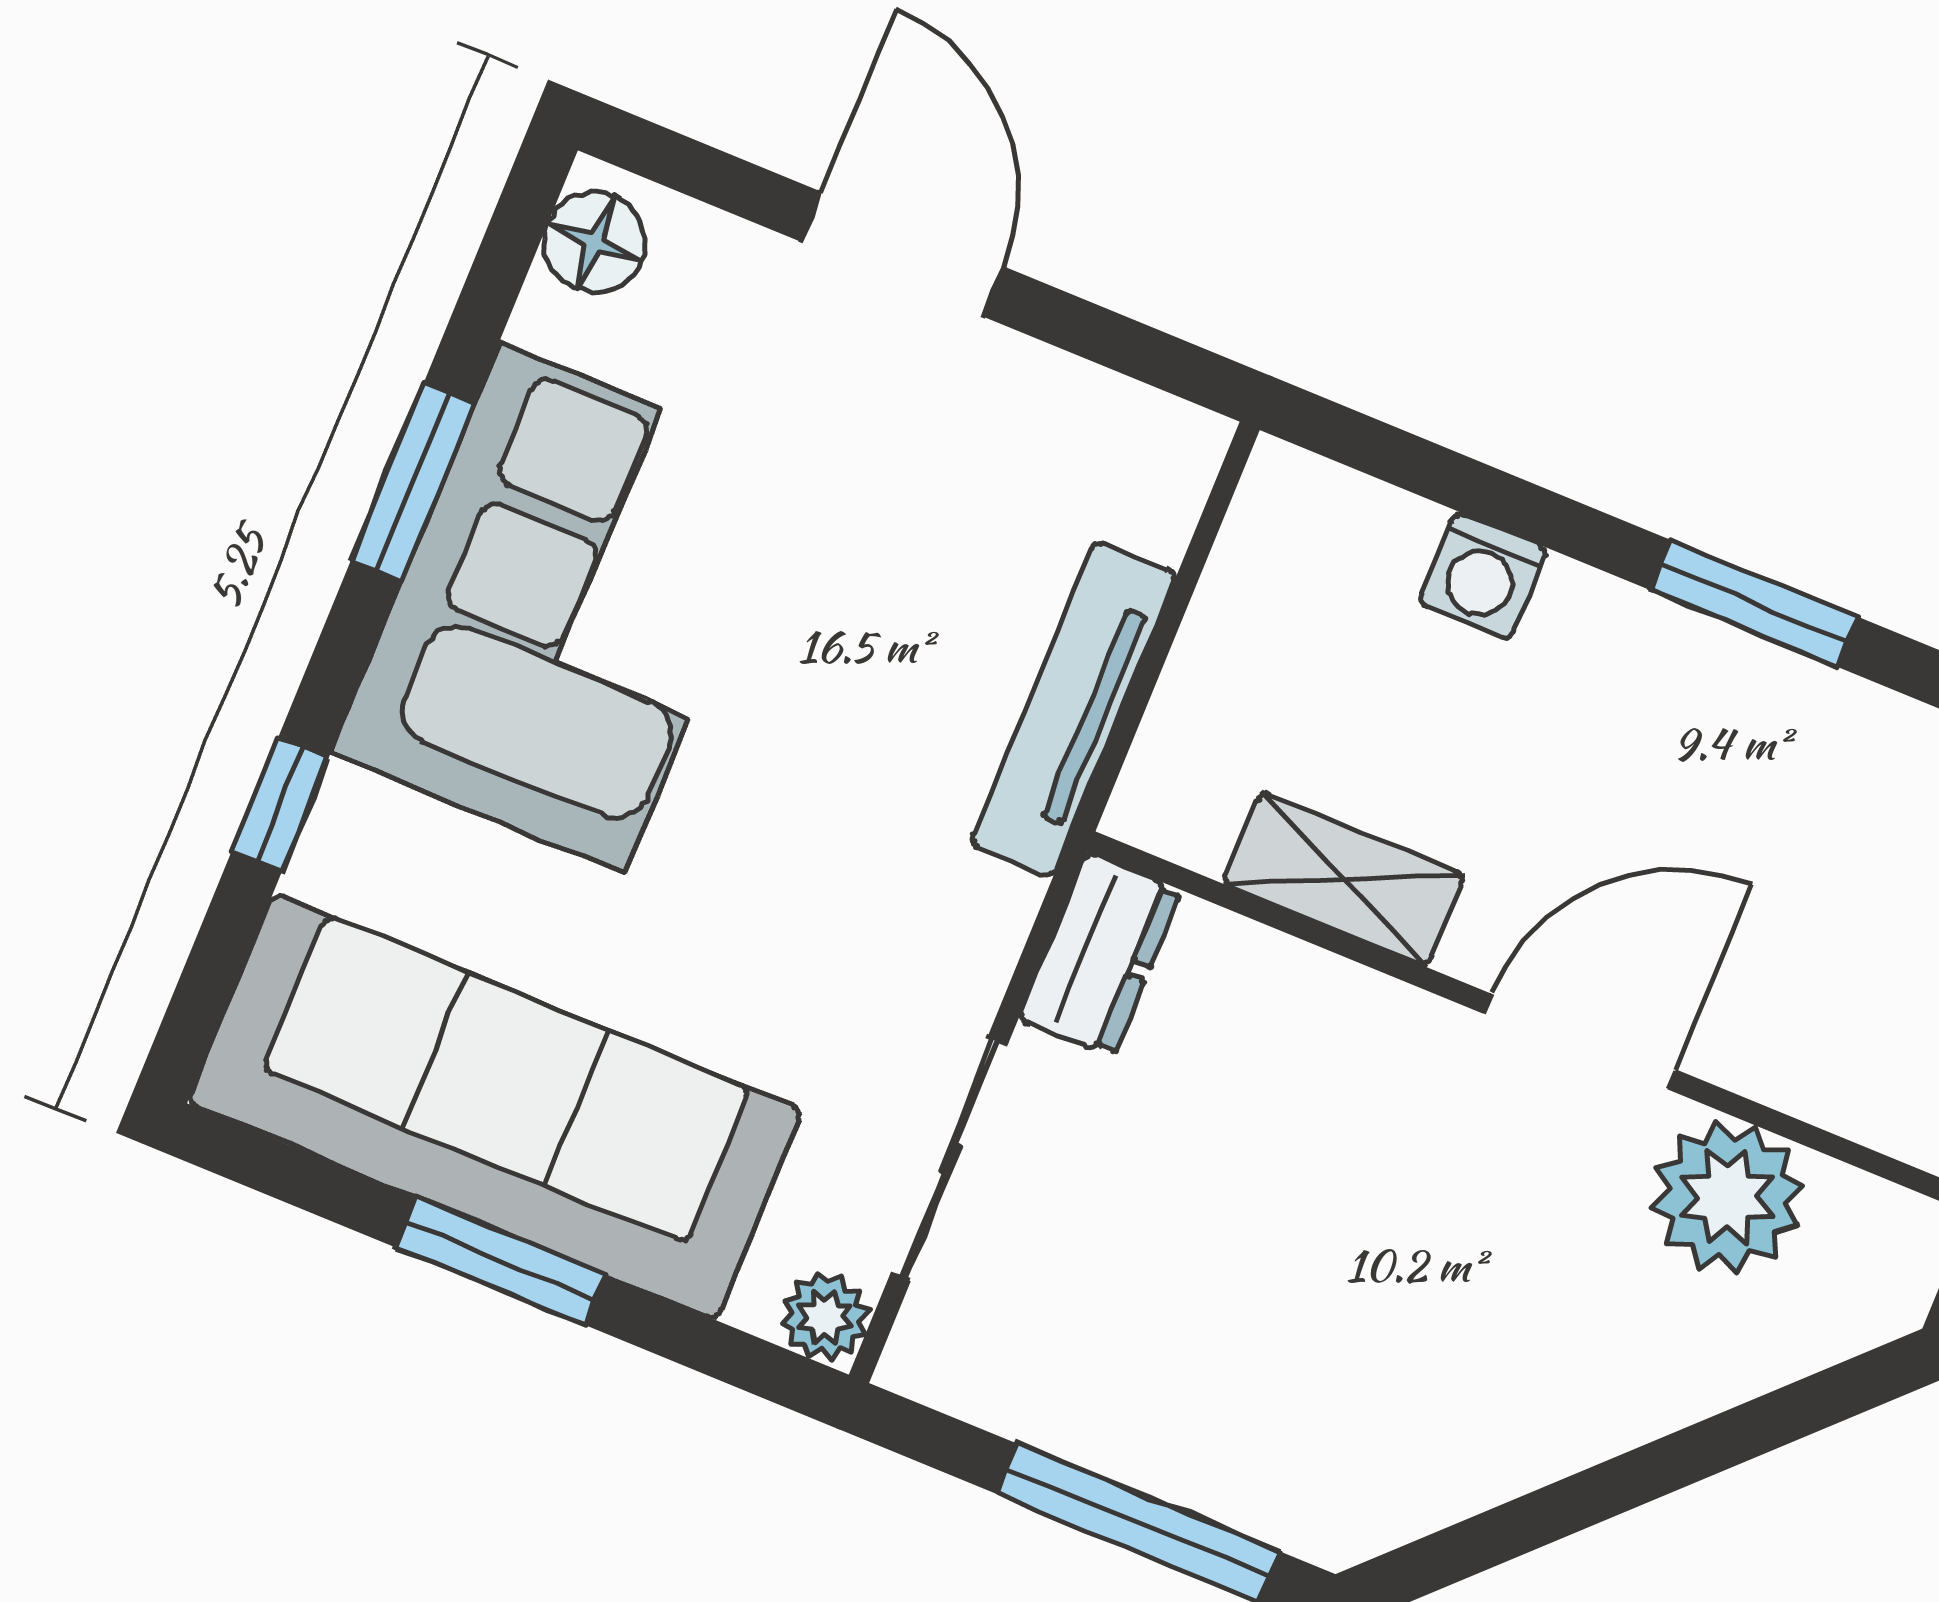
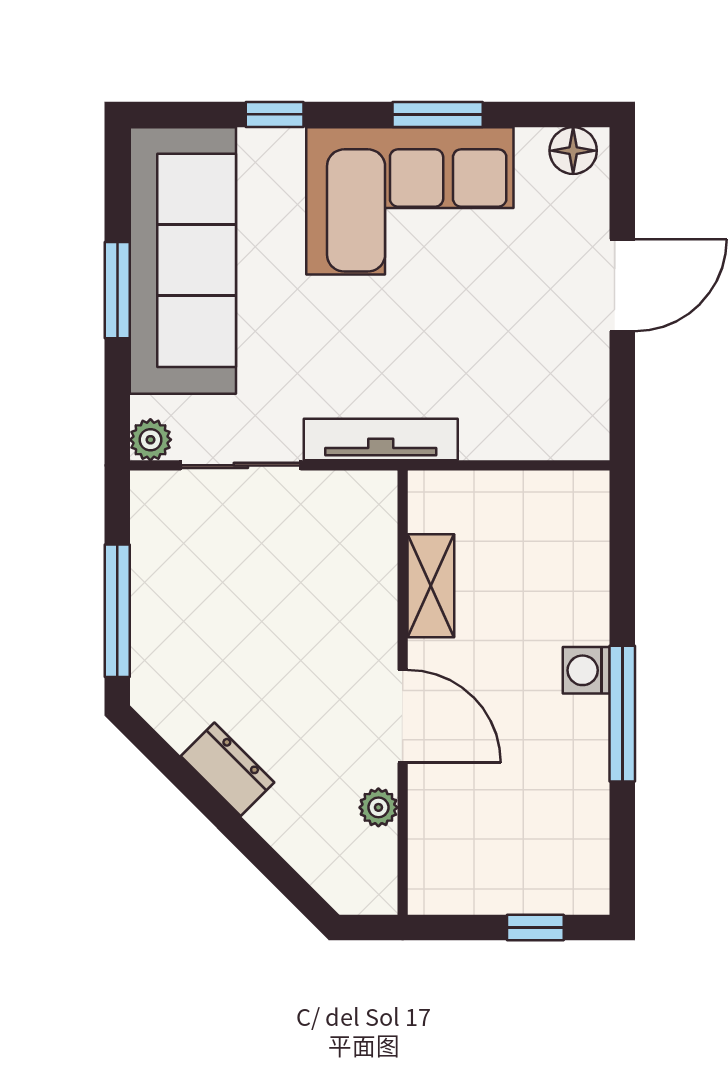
washing machine: (1483, 576) -> (586, 670), moved
window: (1753, 603) -> (622, 714), width x1.44
tv unit: (1074, 709) -> (381, 440), moved
dresser: (1100, 955) -> (228, 769), moved, turned -135
plant: (1727, 1197) -> (378, 807), width x0.53, depth x0.53

